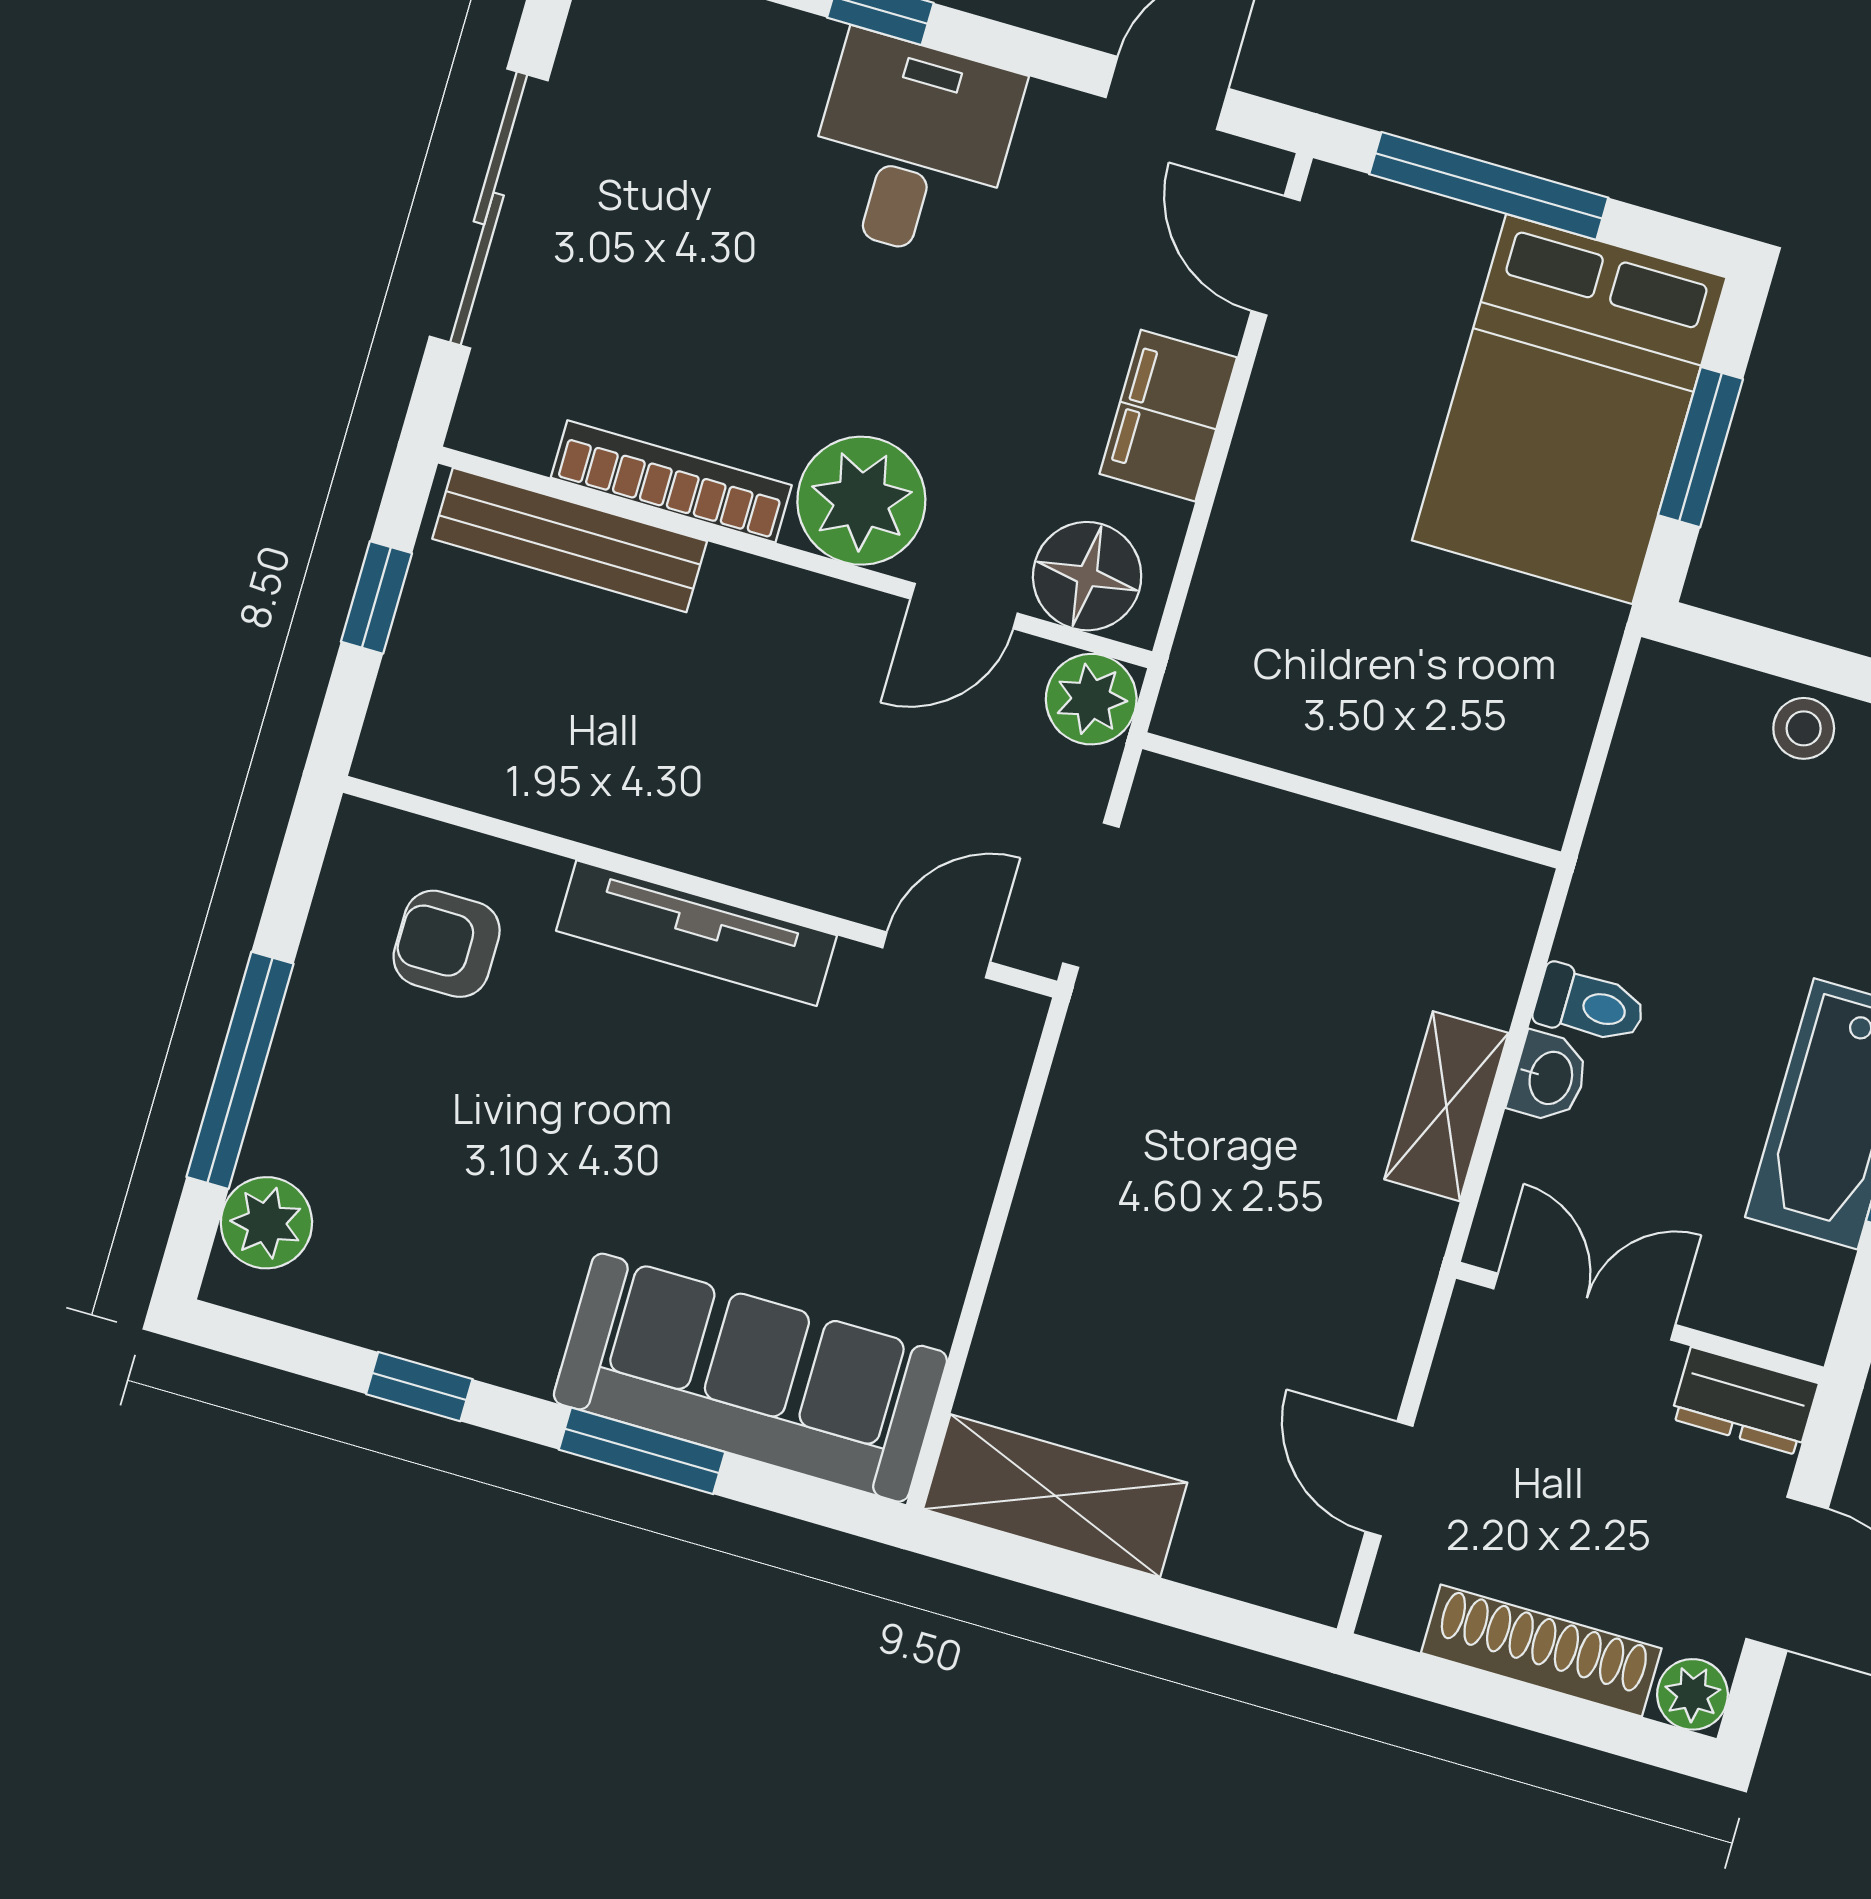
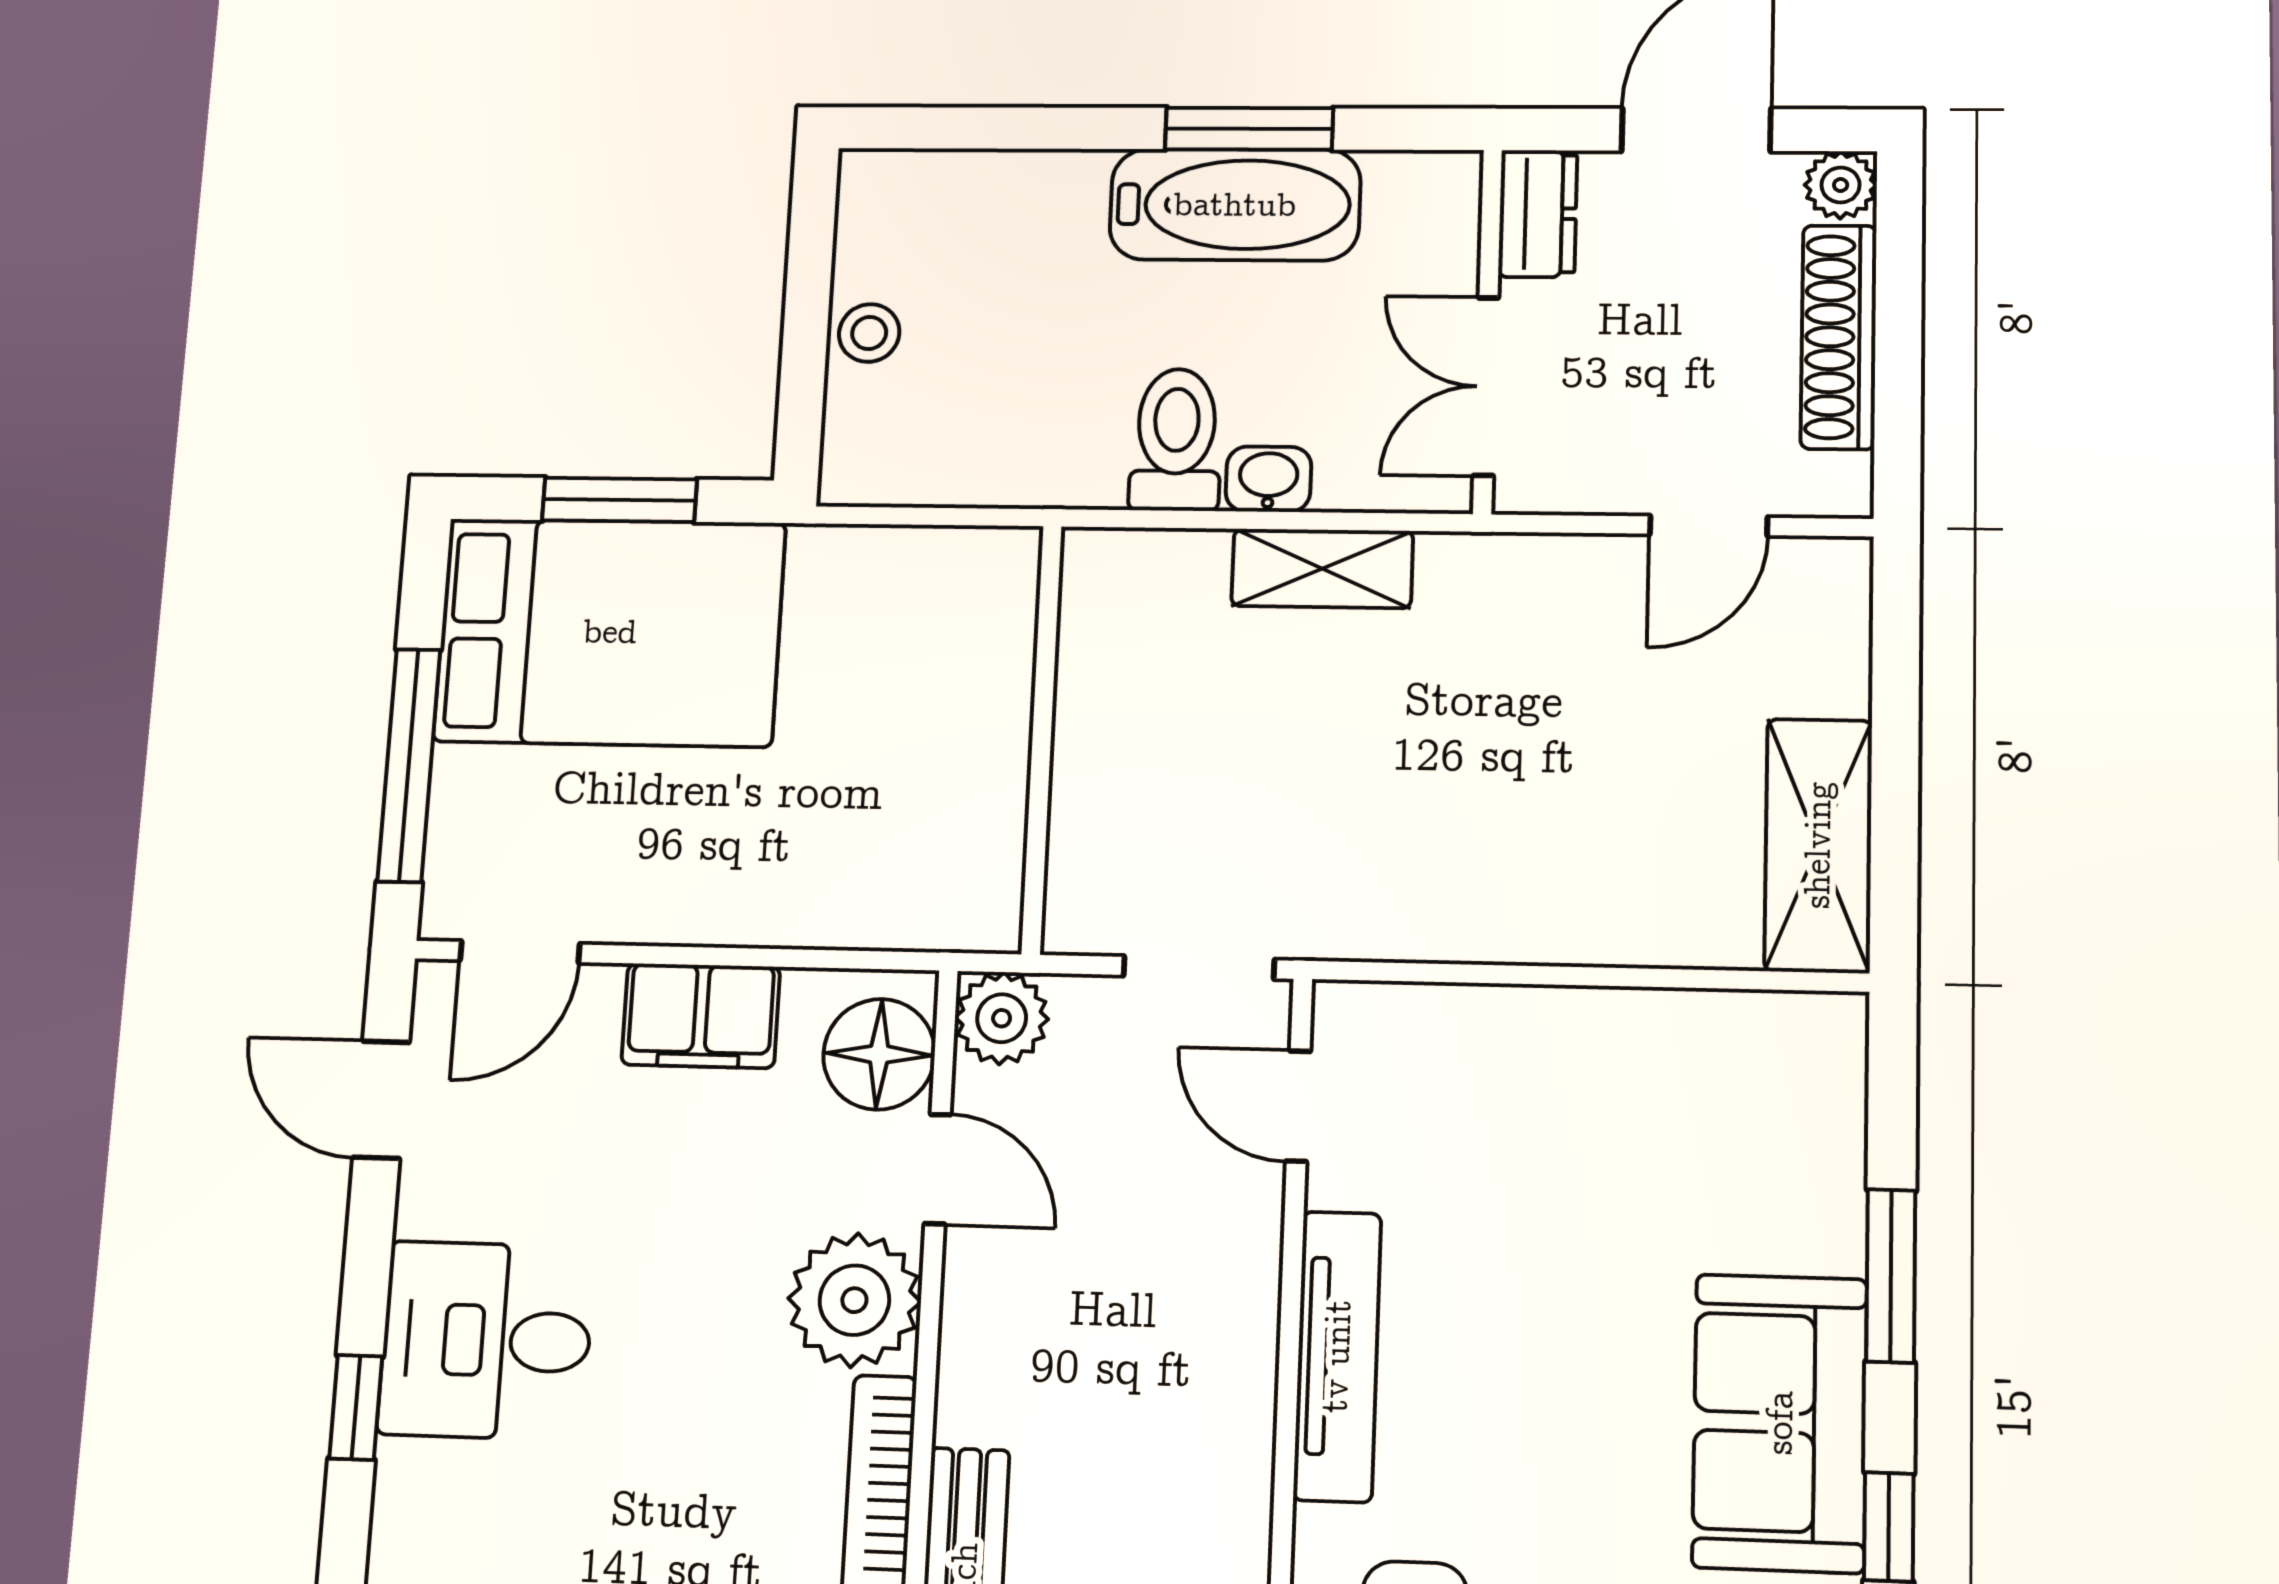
toilet: (1590, 1005) -> (1176, 440), width x1.37, depth x1.39
sofa: (750, 1378) -> (1780, 1423), moved, width x0.73

